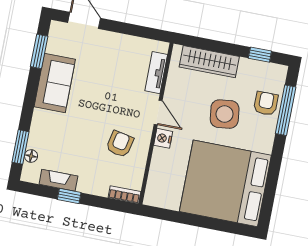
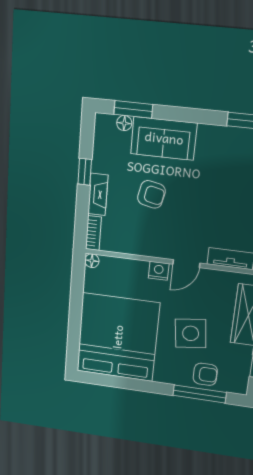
sofa: (55, 83) -> (164, 138), moved
armchair: (120, 144) -> (151, 194), moved
fireplace: (58, 180) -> (98, 194), moved
floor lamp: (150, 199) -> (92, 261), added

